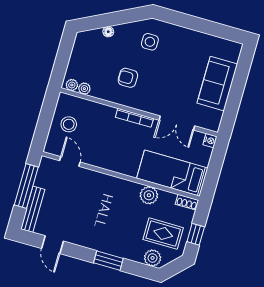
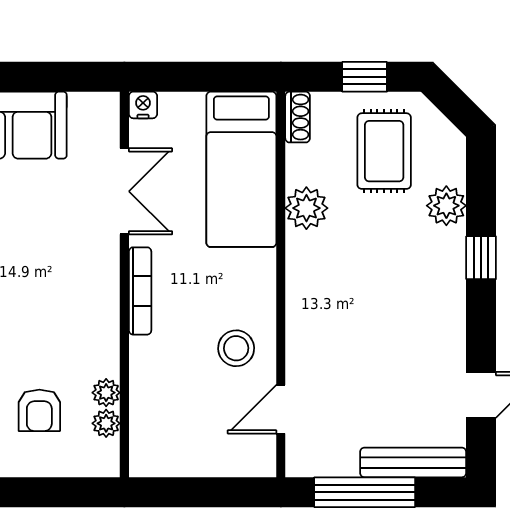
armchair: (128, 78) -> (39, 410), moved
plant: (72, 85) -> (106, 393), moved
stool: (69, 124) -> (236, 348), moved
plant: (153, 258) -> (446, 206), moved
window: (108, 261) -> (481, 258), width x0.67

